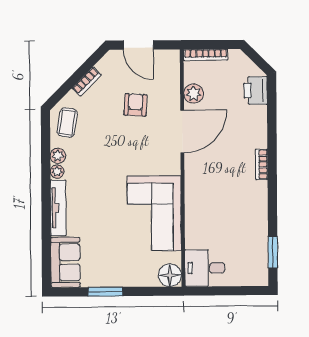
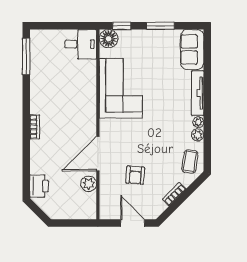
bookcase: (206, 55) -> (79, 215), removed
window: (273, 252) -> (26, 56), width x1.44
window: (153, 291) -> (122, 26), added

